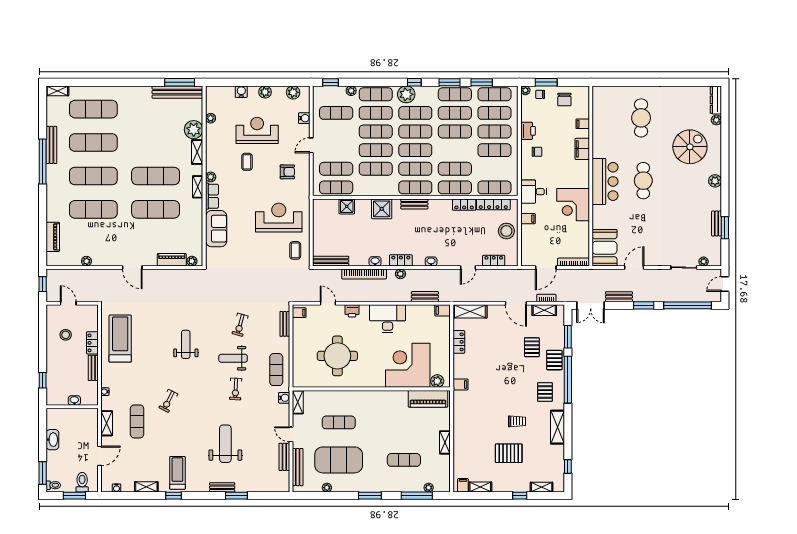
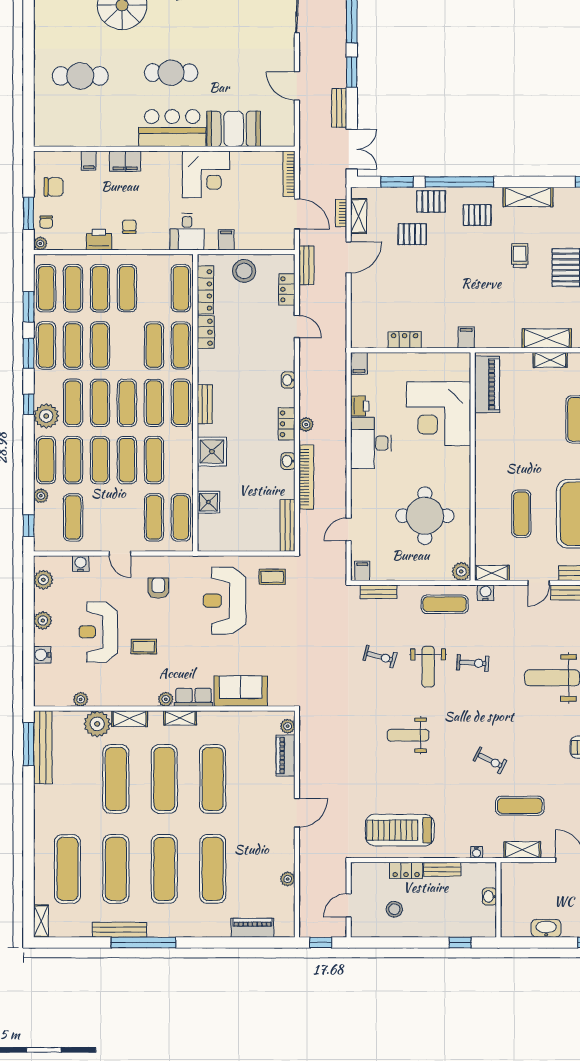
exercise mat: (156, 143) -> (116, 779), added
booth: (604, 248) -> (234, 129), moved
bench: (425, 297) -> (306, 265), moved
printer: (352, 311) -> (360, 406), moved
shelving: (470, 311) -> (547, 338), moved, turned 90
plant: (437, 381) -> (461, 571), moved

